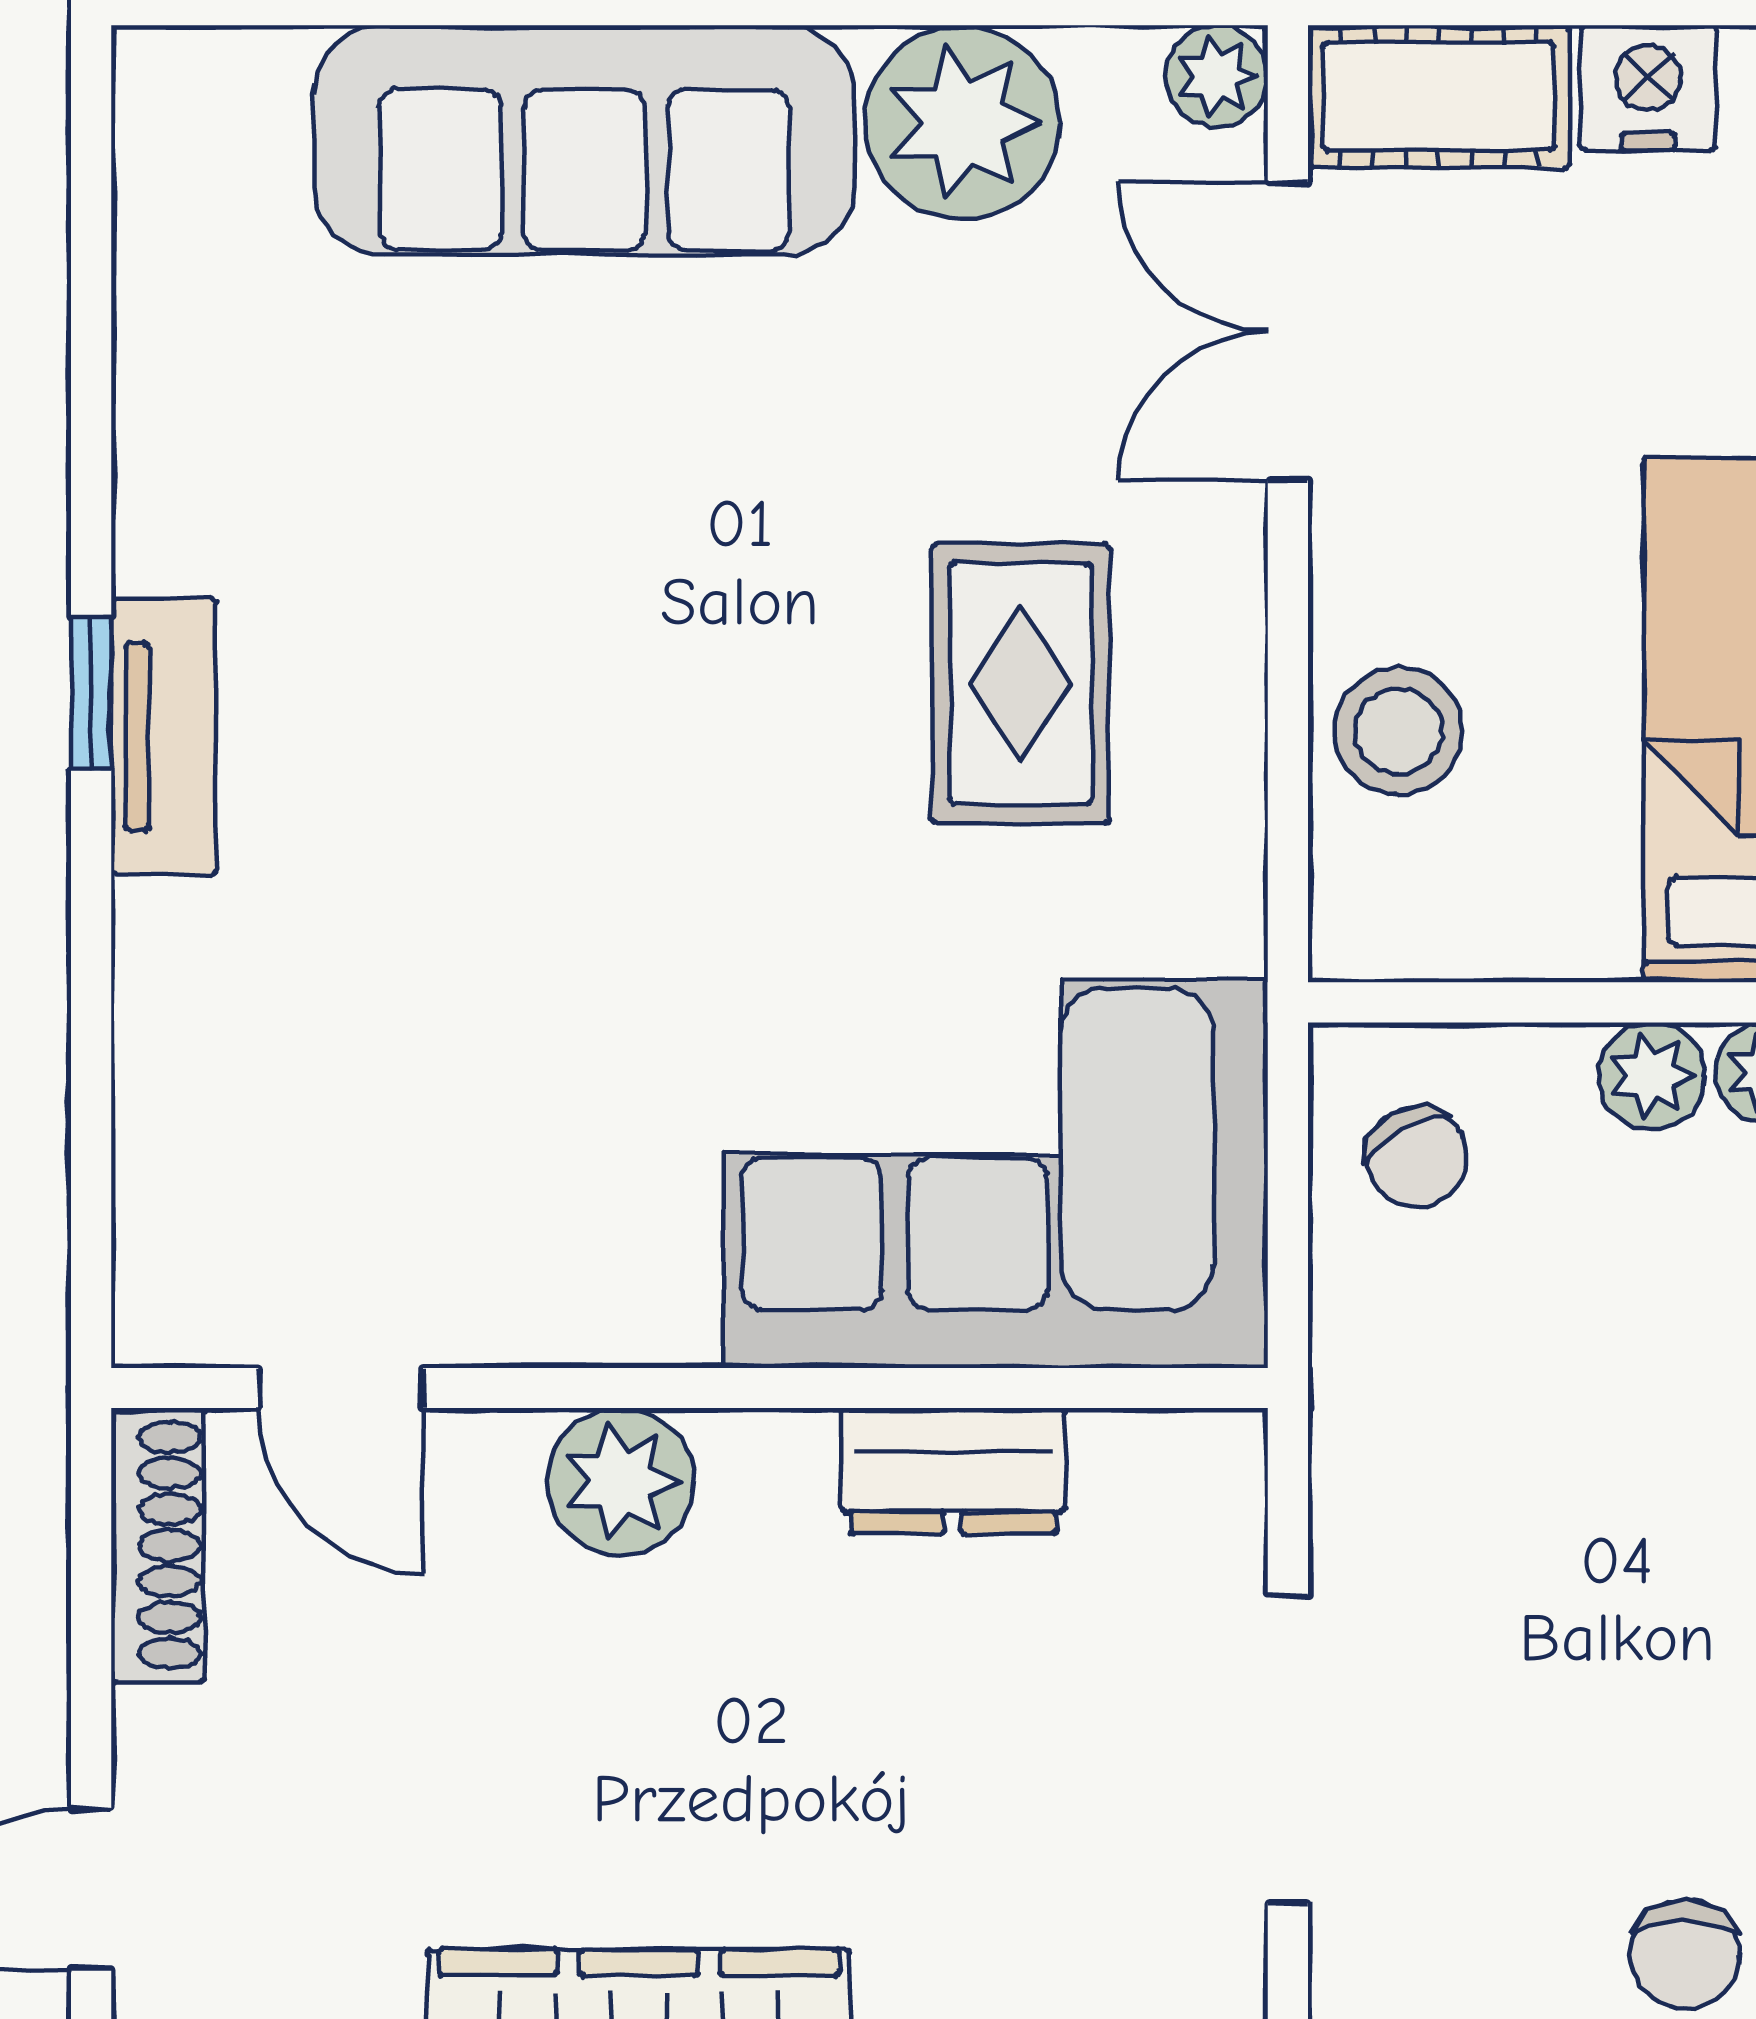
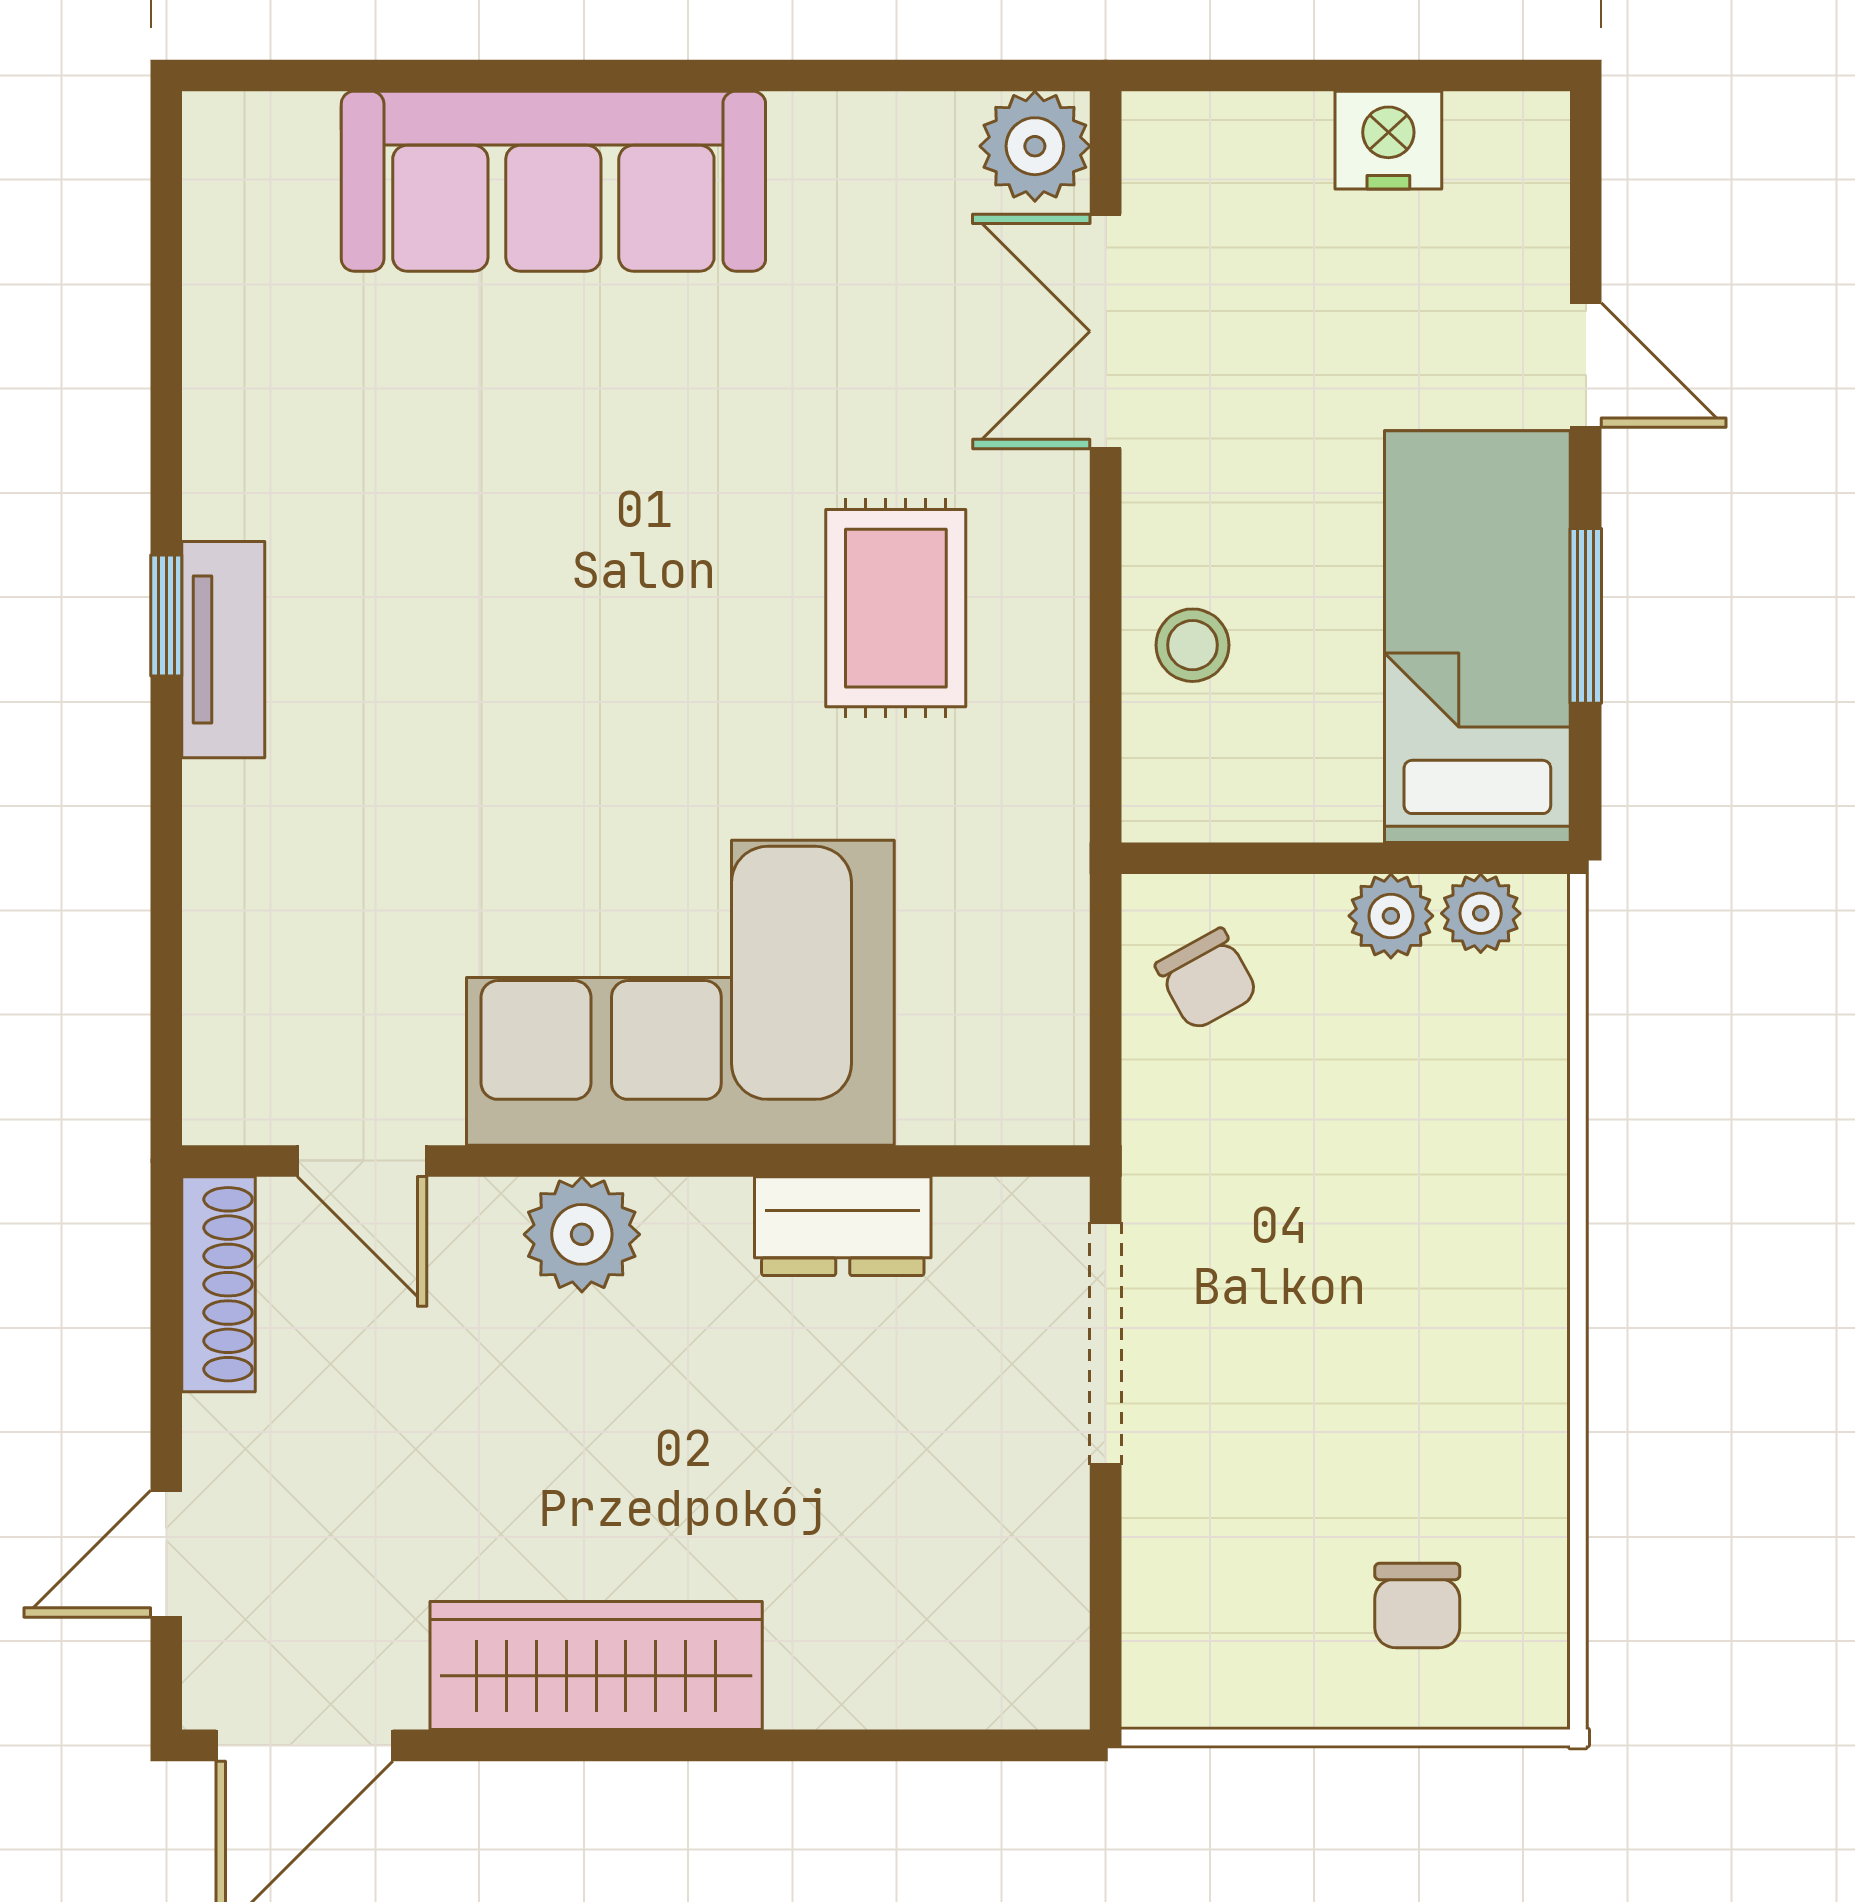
plant: (1217, 76) -> (1035, 146), width x1.38, depth x1.38
cot: (1439, 96) -> (1224, 147), removed
plant: (962, 122) -> (850, 167), removed
stool: (1399, 731) -> (1192, 645), width x0.73, depth x0.73
corner sofa: (996, 1174) -> (680, 993), moved
doorway: (1288, 1749) -> (1106, 1343), moved

